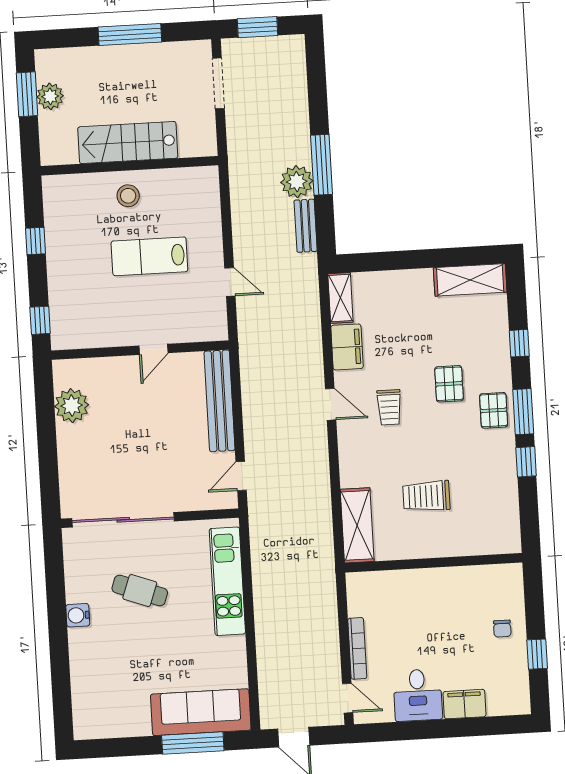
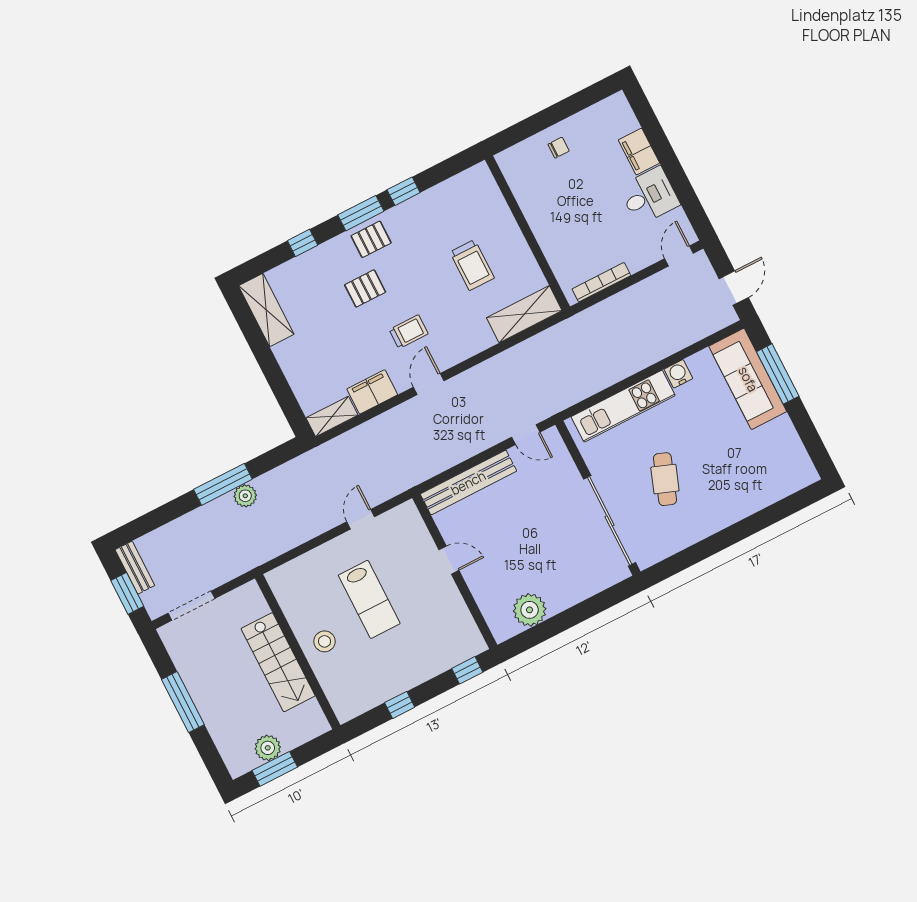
plant: (297, 182) -> (245, 496), width x0.73, depth x0.73
bench: (306, 226) -> (135, 568), moved, turned 90
water cooler: (78, 615) -> (678, 374), moved, turned 180
bookcase: (357, 648) -> (601, 282), moved
window: (537, 654) -> (567, 107), removed

